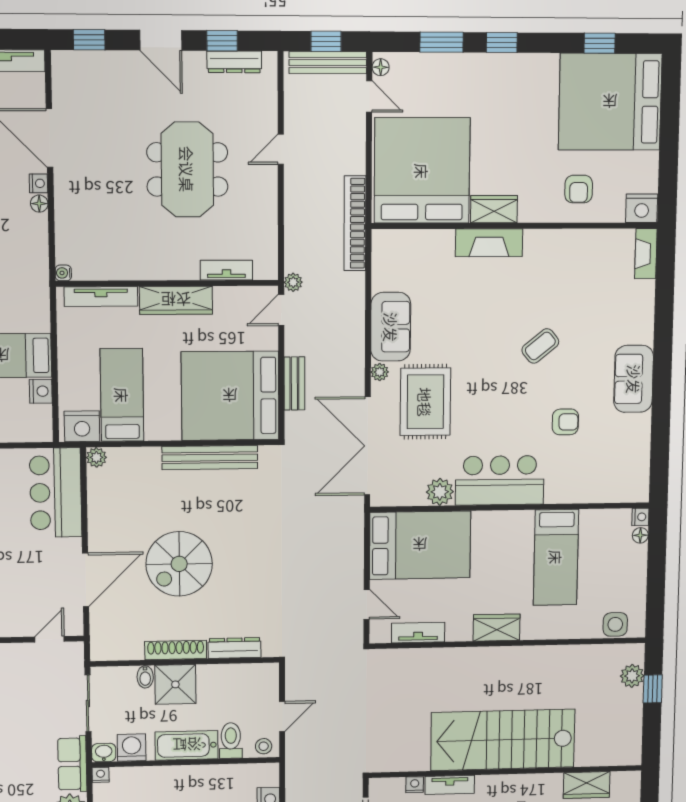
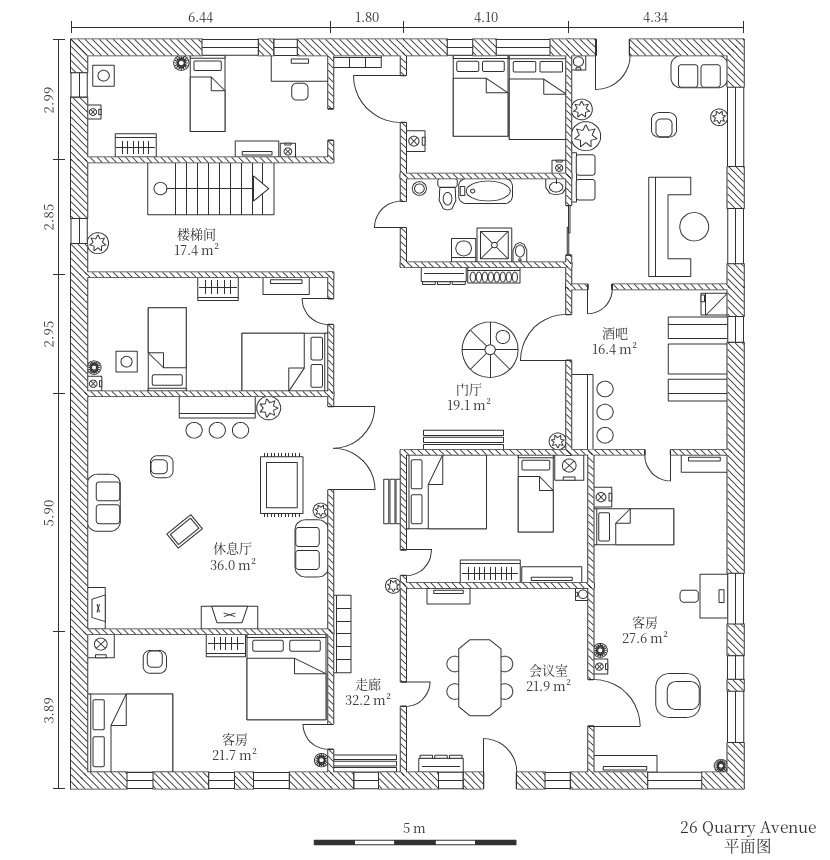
side table: (615, 624) -> (127, 362), moved
washing machine: (132, 748) -> (464, 250), moved, turned 180

